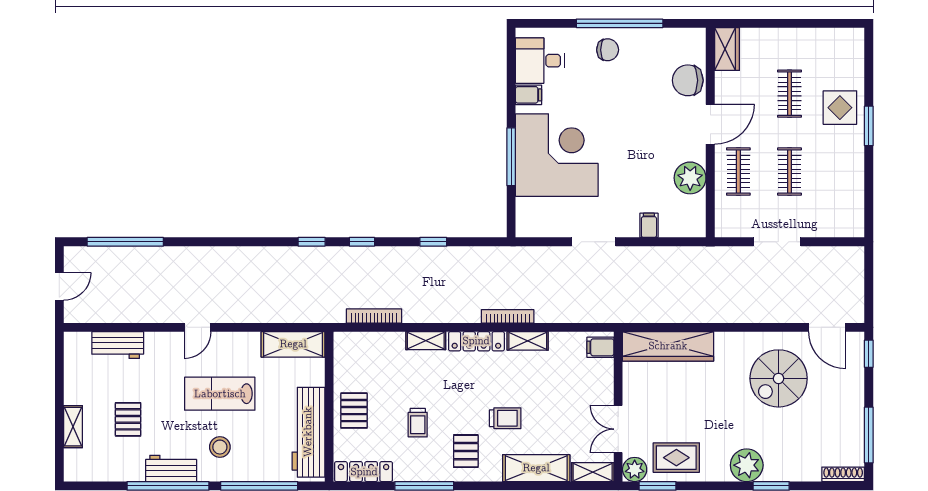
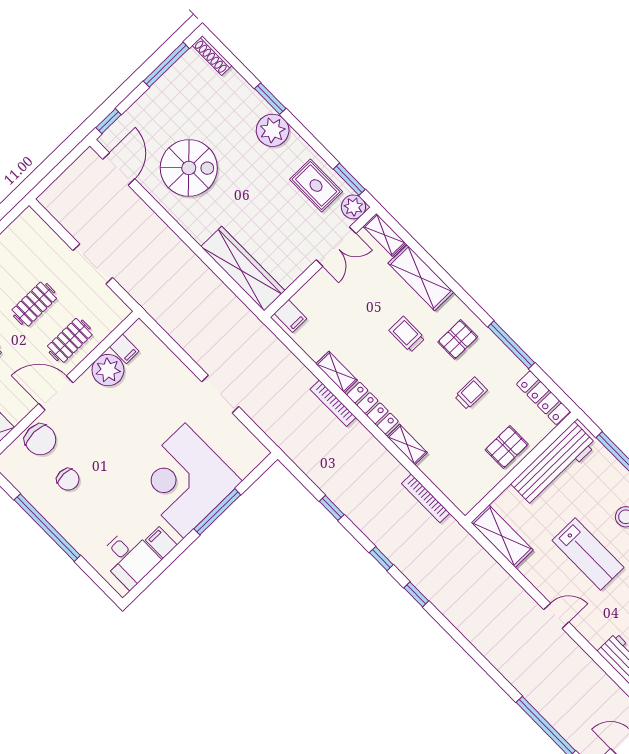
chair: (608, 50) -> (68, 479), moved, turned 180
filing cabinet: (649, 225) -> (124, 349), moved, turned -90

